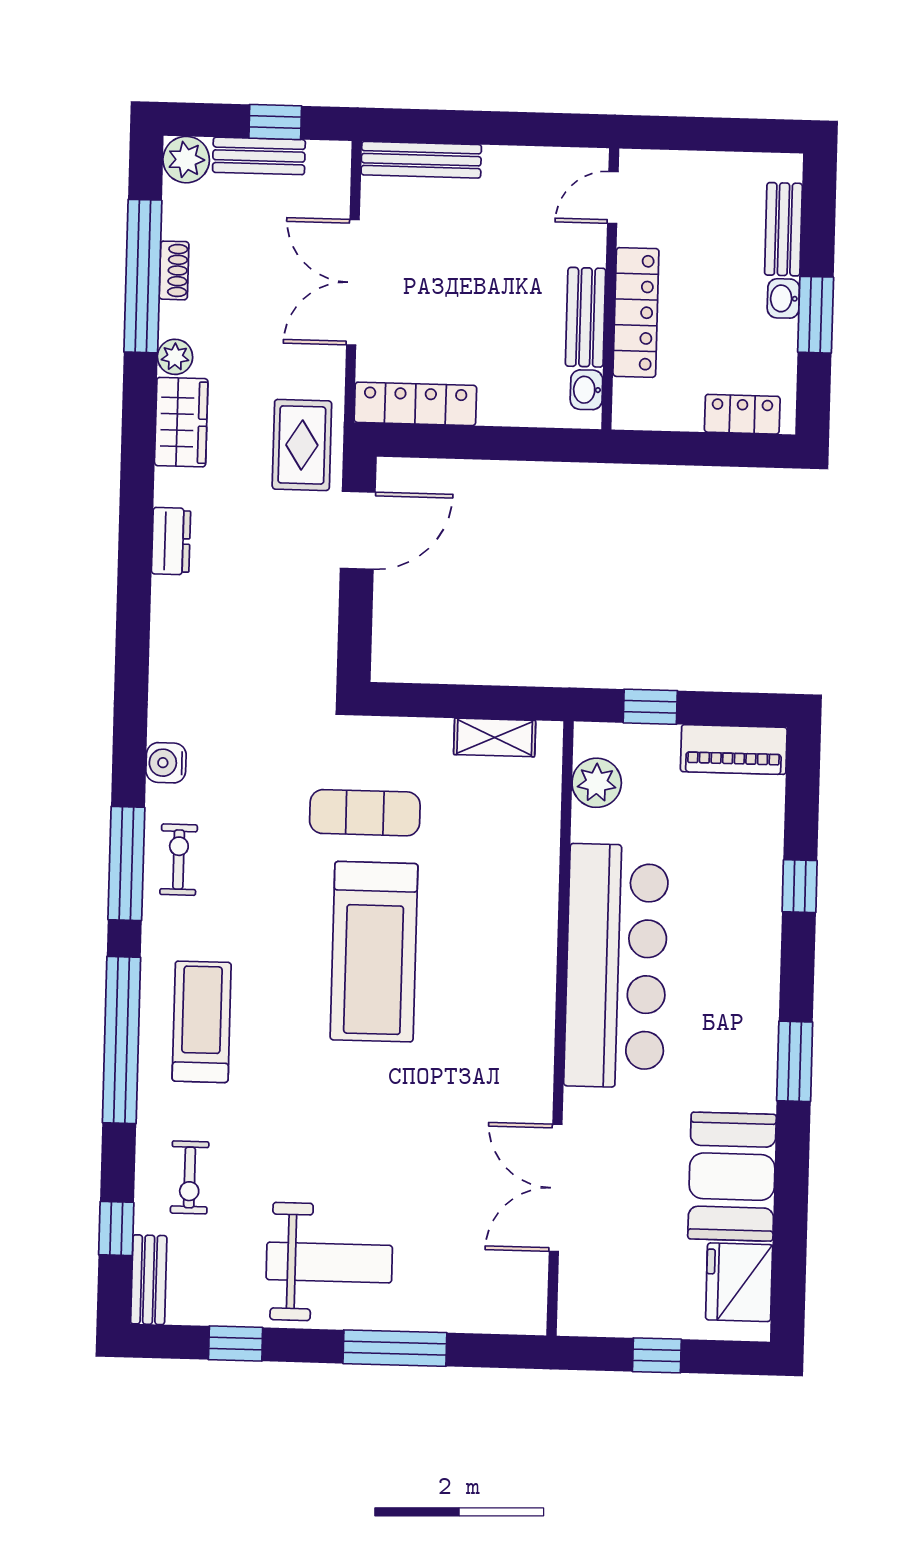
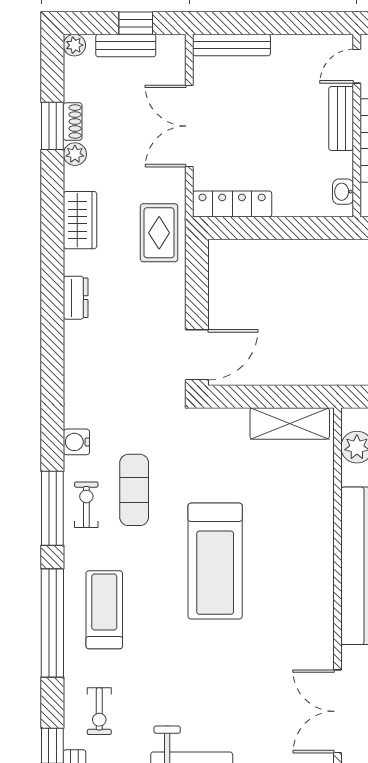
plant: (186, 160) -> (74, 45), width x0.73, depth x0.73
window: (143, 276) -> (52, 126), width x0.47
bench: (586, 317) -> (341, 118), moved
plant: (175, 357) -> (75, 154), moved
door: (358, 530) -> (197, 355), moved
shelving: (495, 737) -> (290, 423), width x1.50, depth x1.33
exercise mat: (365, 813) -> (134, 490), moved, turned 90

